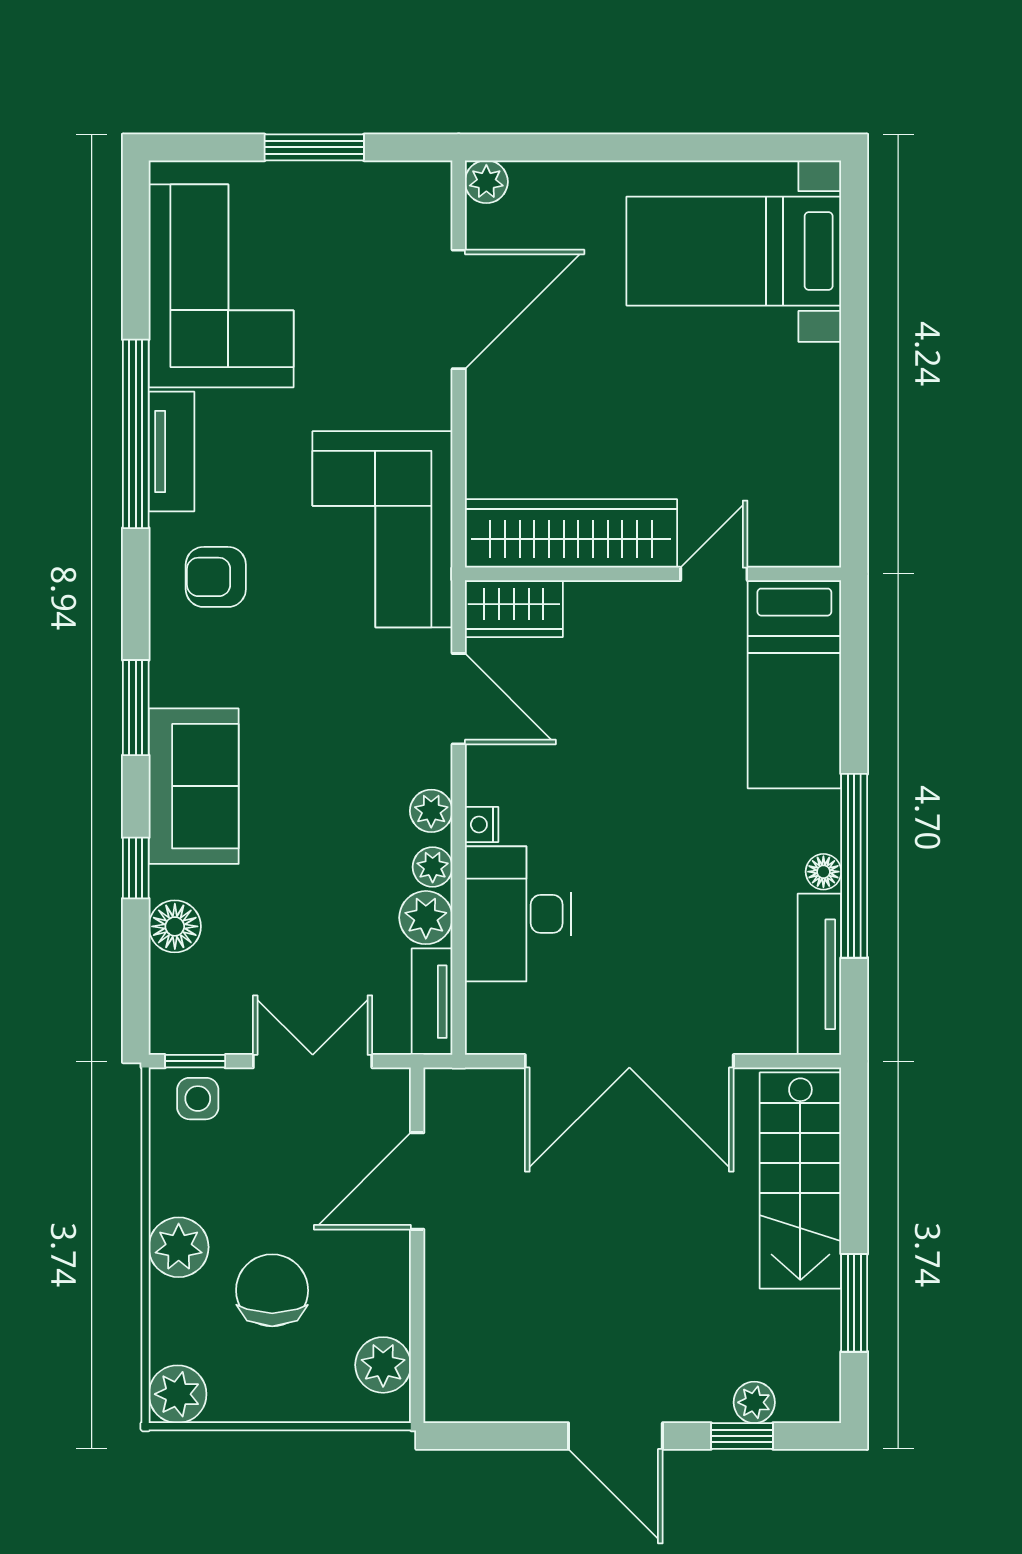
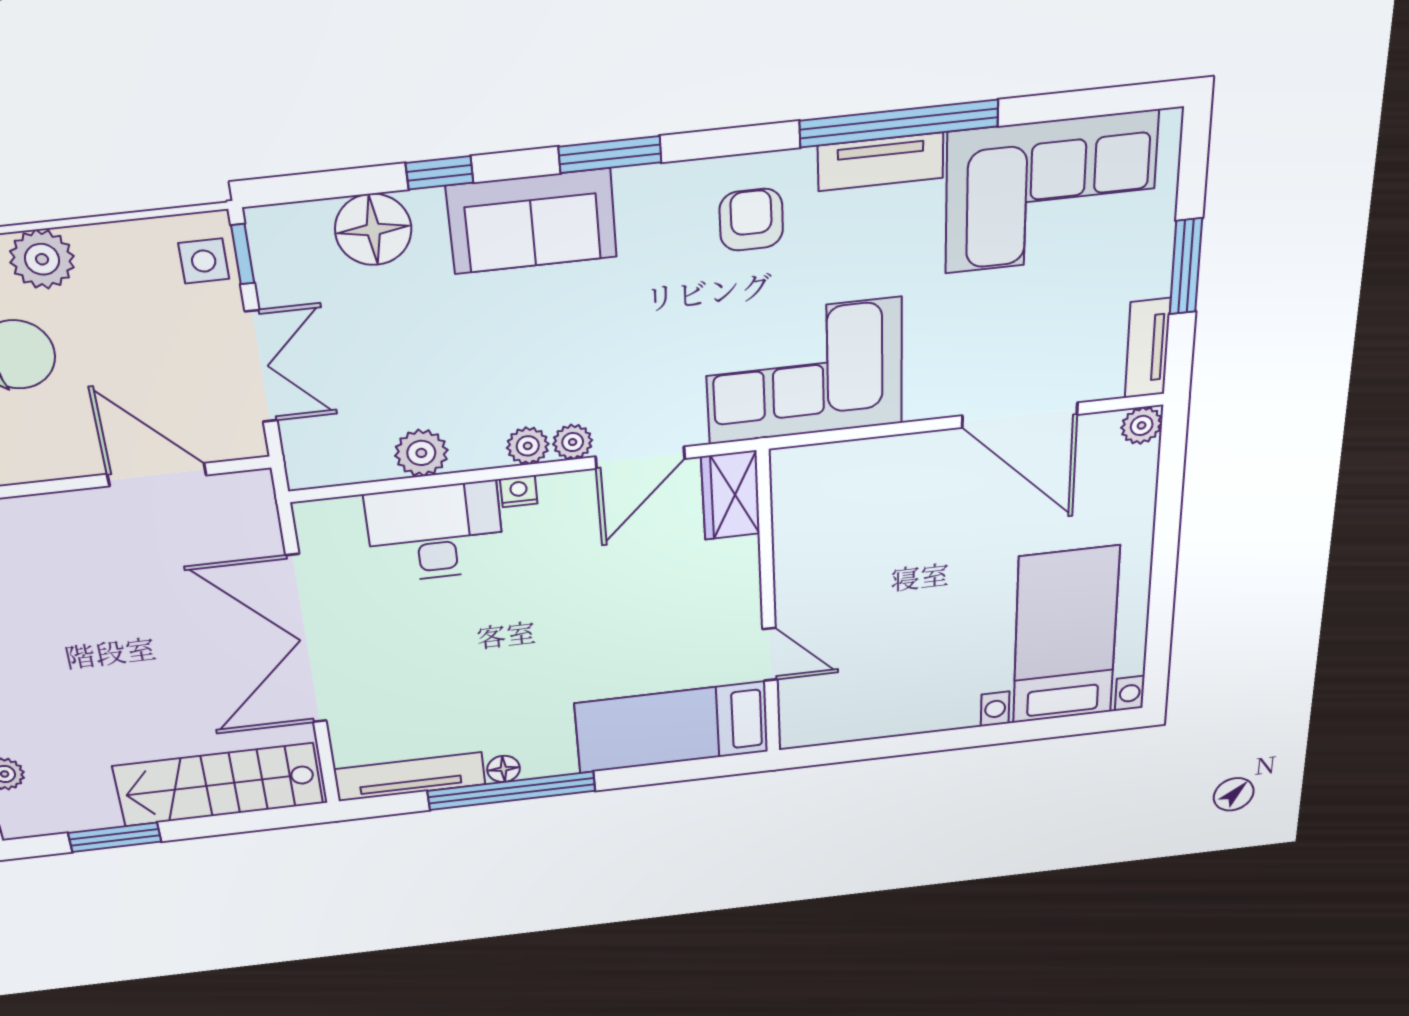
wardrobe: (571, 533) -> (804, 535), removed
plant: (433, 867) -> (573, 442), moved
floor lamp: (175, 926) -> (373, 230), width x1.38, depth x1.38
tv unit: (432, 1002) -> (1148, 348), moved, turned -90

